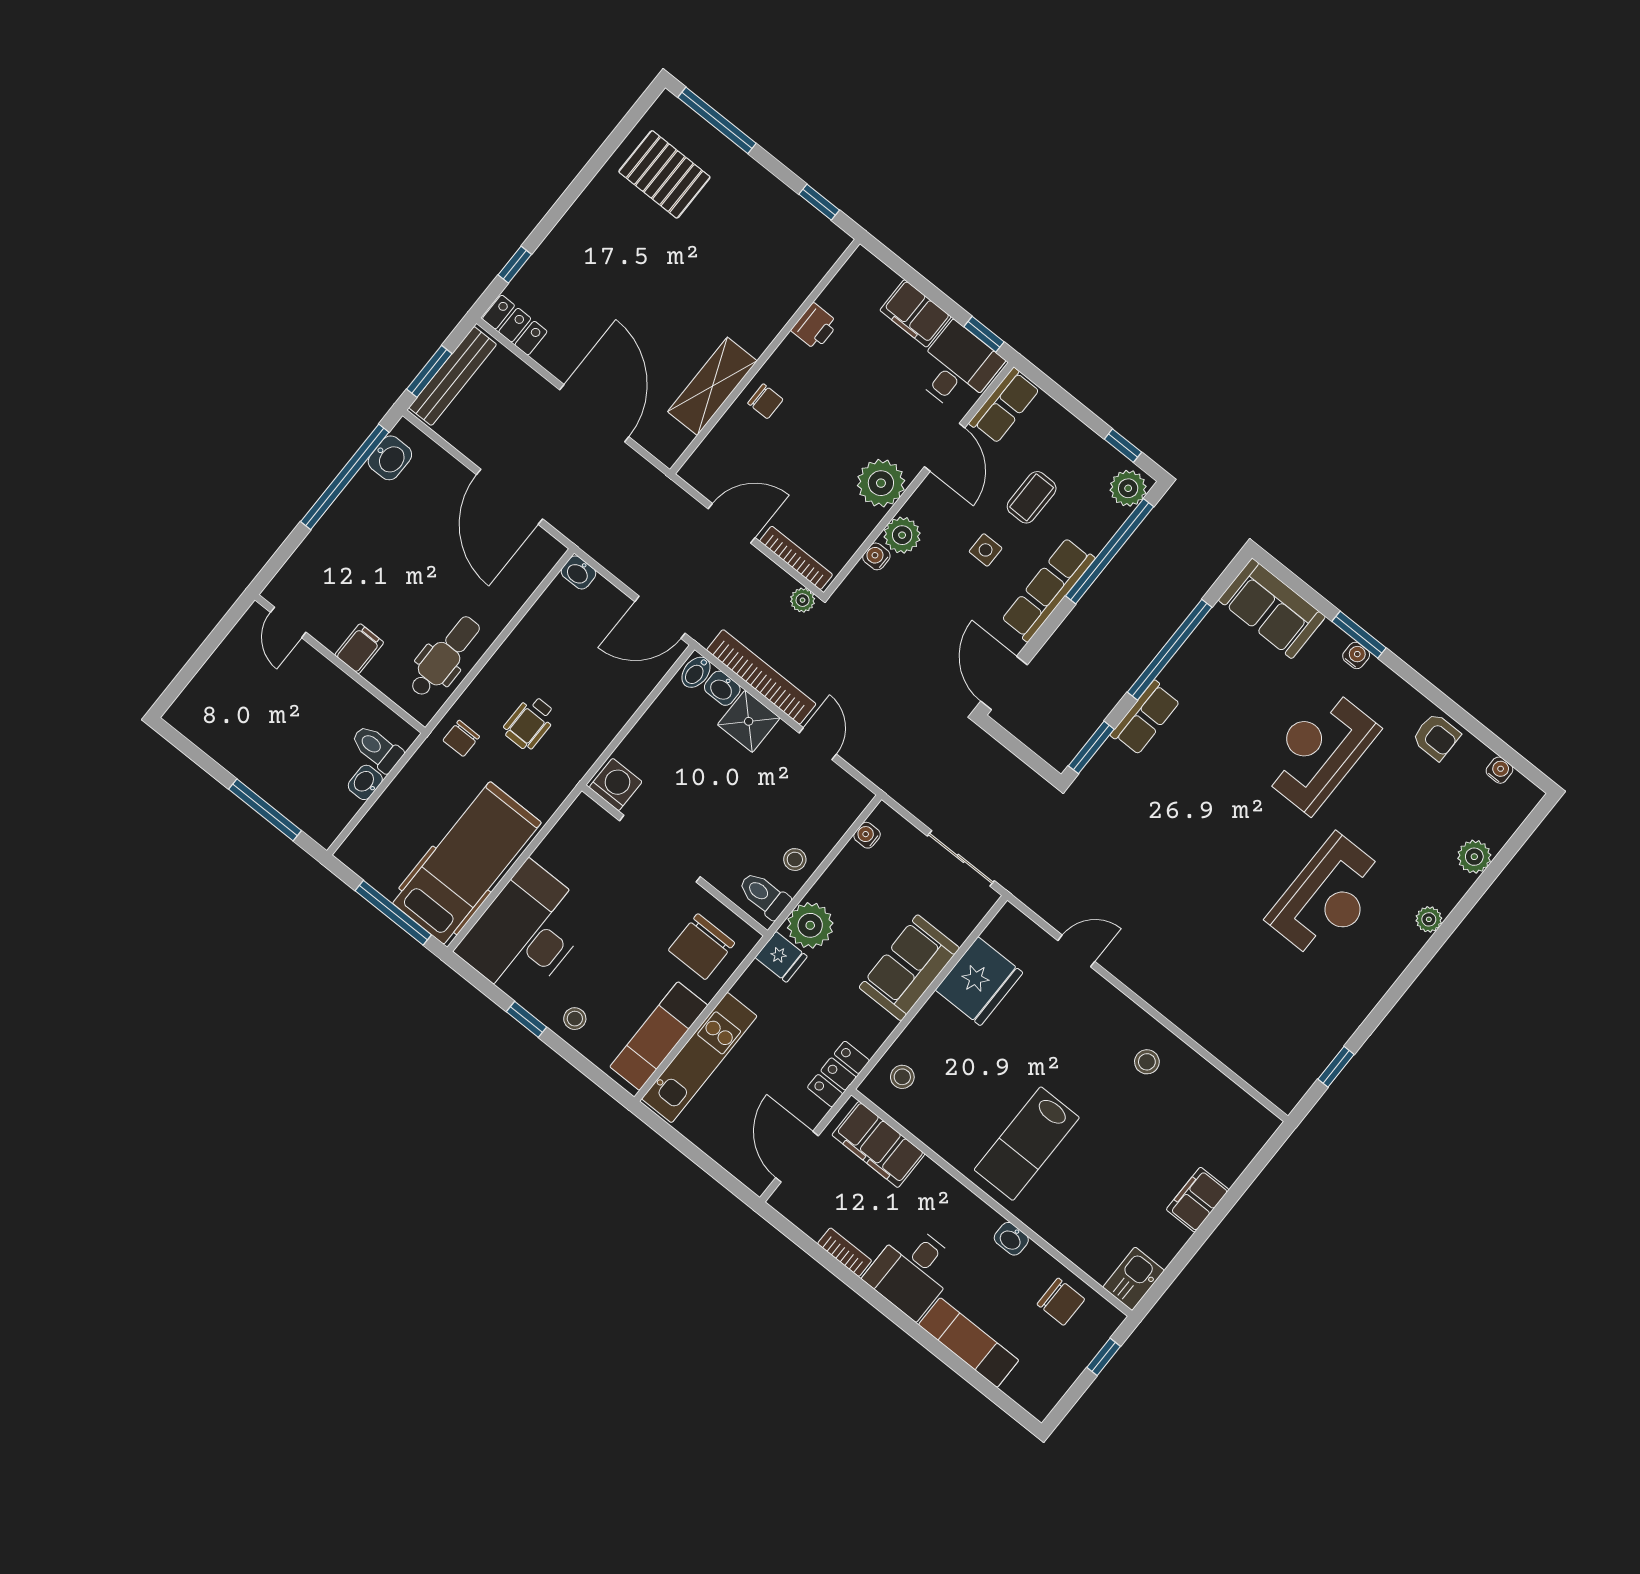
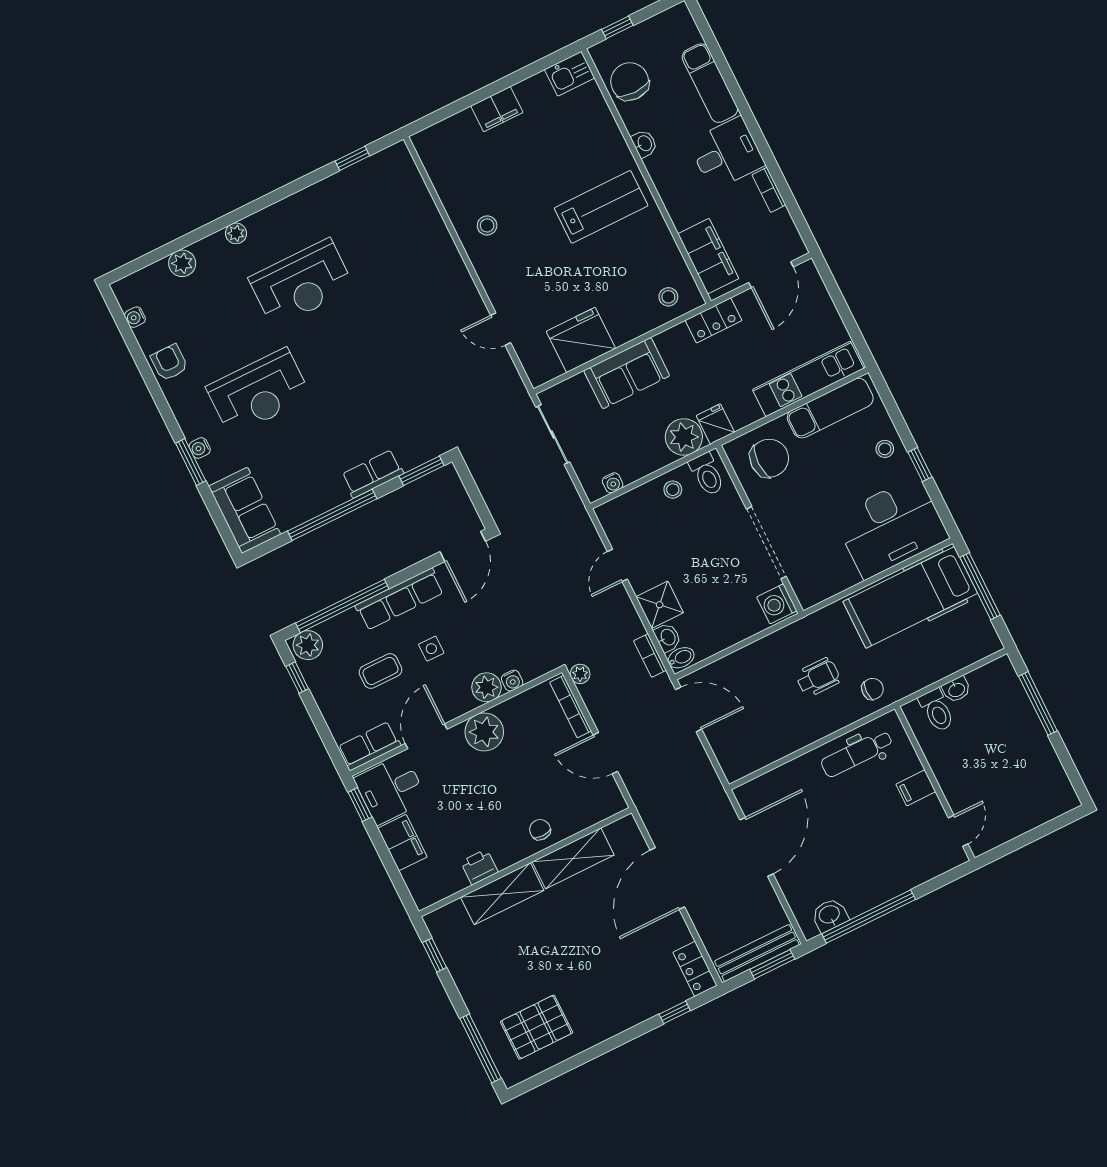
pallet: (664, 174) -> (537, 1027), turned 90
shelving: (774, 308) -> (502, 894), added
washbasin: (578, 572) -> (732, 769), removed
bookcase: (761, 677) -> (650, 656), width x0.43, depth x0.76
reception desk: (1328, 898) -> (302, 283), turned 180
chair: (1061, 1302) -> (630, 81), width x1.37, depth x1.37

